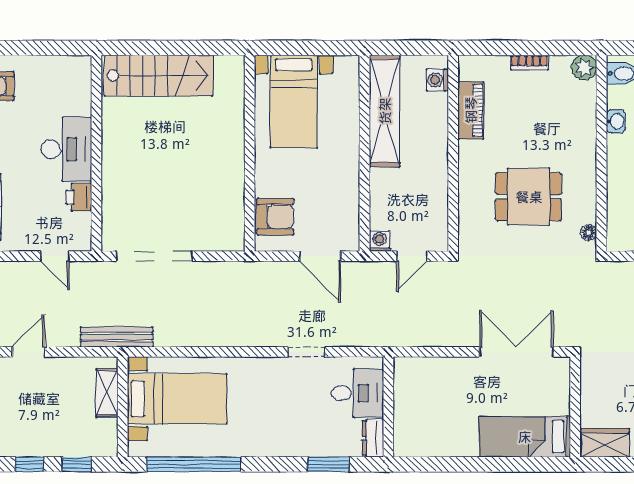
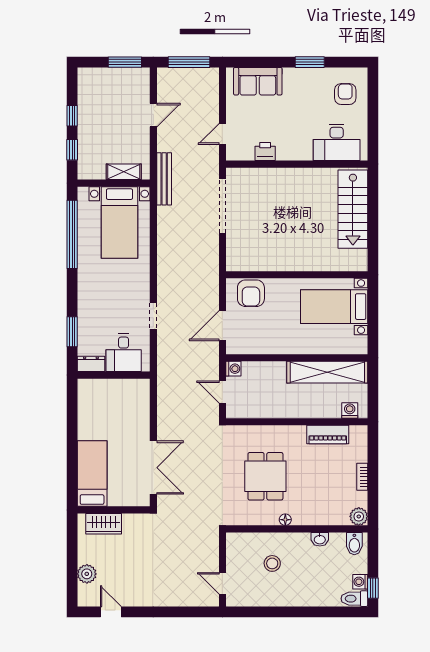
desk: (66, 149) -> (337, 142), moved
floor lamp: (589, 233) -> (285, 520), moved
door: (29, 352) -> (153, 115), hinge flipped
wardrobe: (605, 443) -> (104, 524), moved, turned 90

